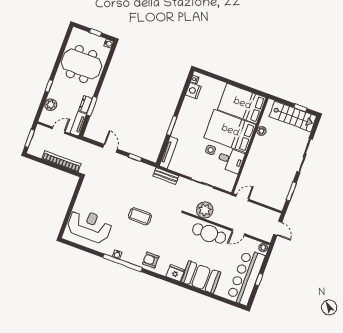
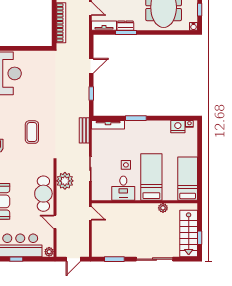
bed: (242, 104) -> (188, 179), width x0.67
bed: (230, 131) -> (151, 177), width x0.67
coffee table: (140, 216) -> (32, 132), moved

